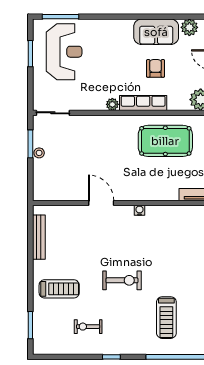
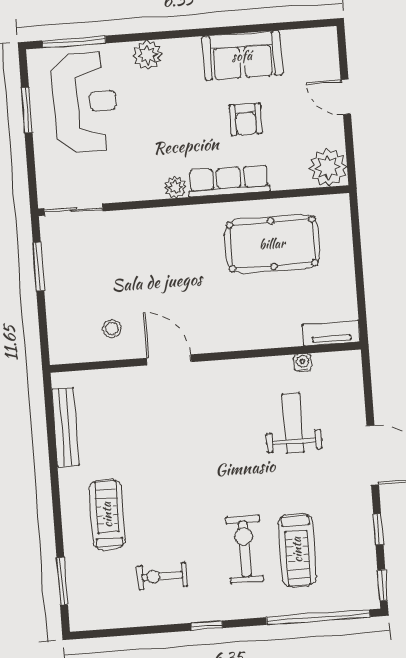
plant: (189, 27) -> (147, 55), moved
armchair: (156, 68) -> (246, 119), turned 180
stool: (39, 153) -> (112, 329), moved
water cooler: (139, 210) -> (302, 363), moved
weight bench: (169, 245) -> (293, 423), added
exercise bike: (122, 280) -> (245, 549), moved, turned -90
treadmill: (59, 289) -> (107, 515), turned -90

